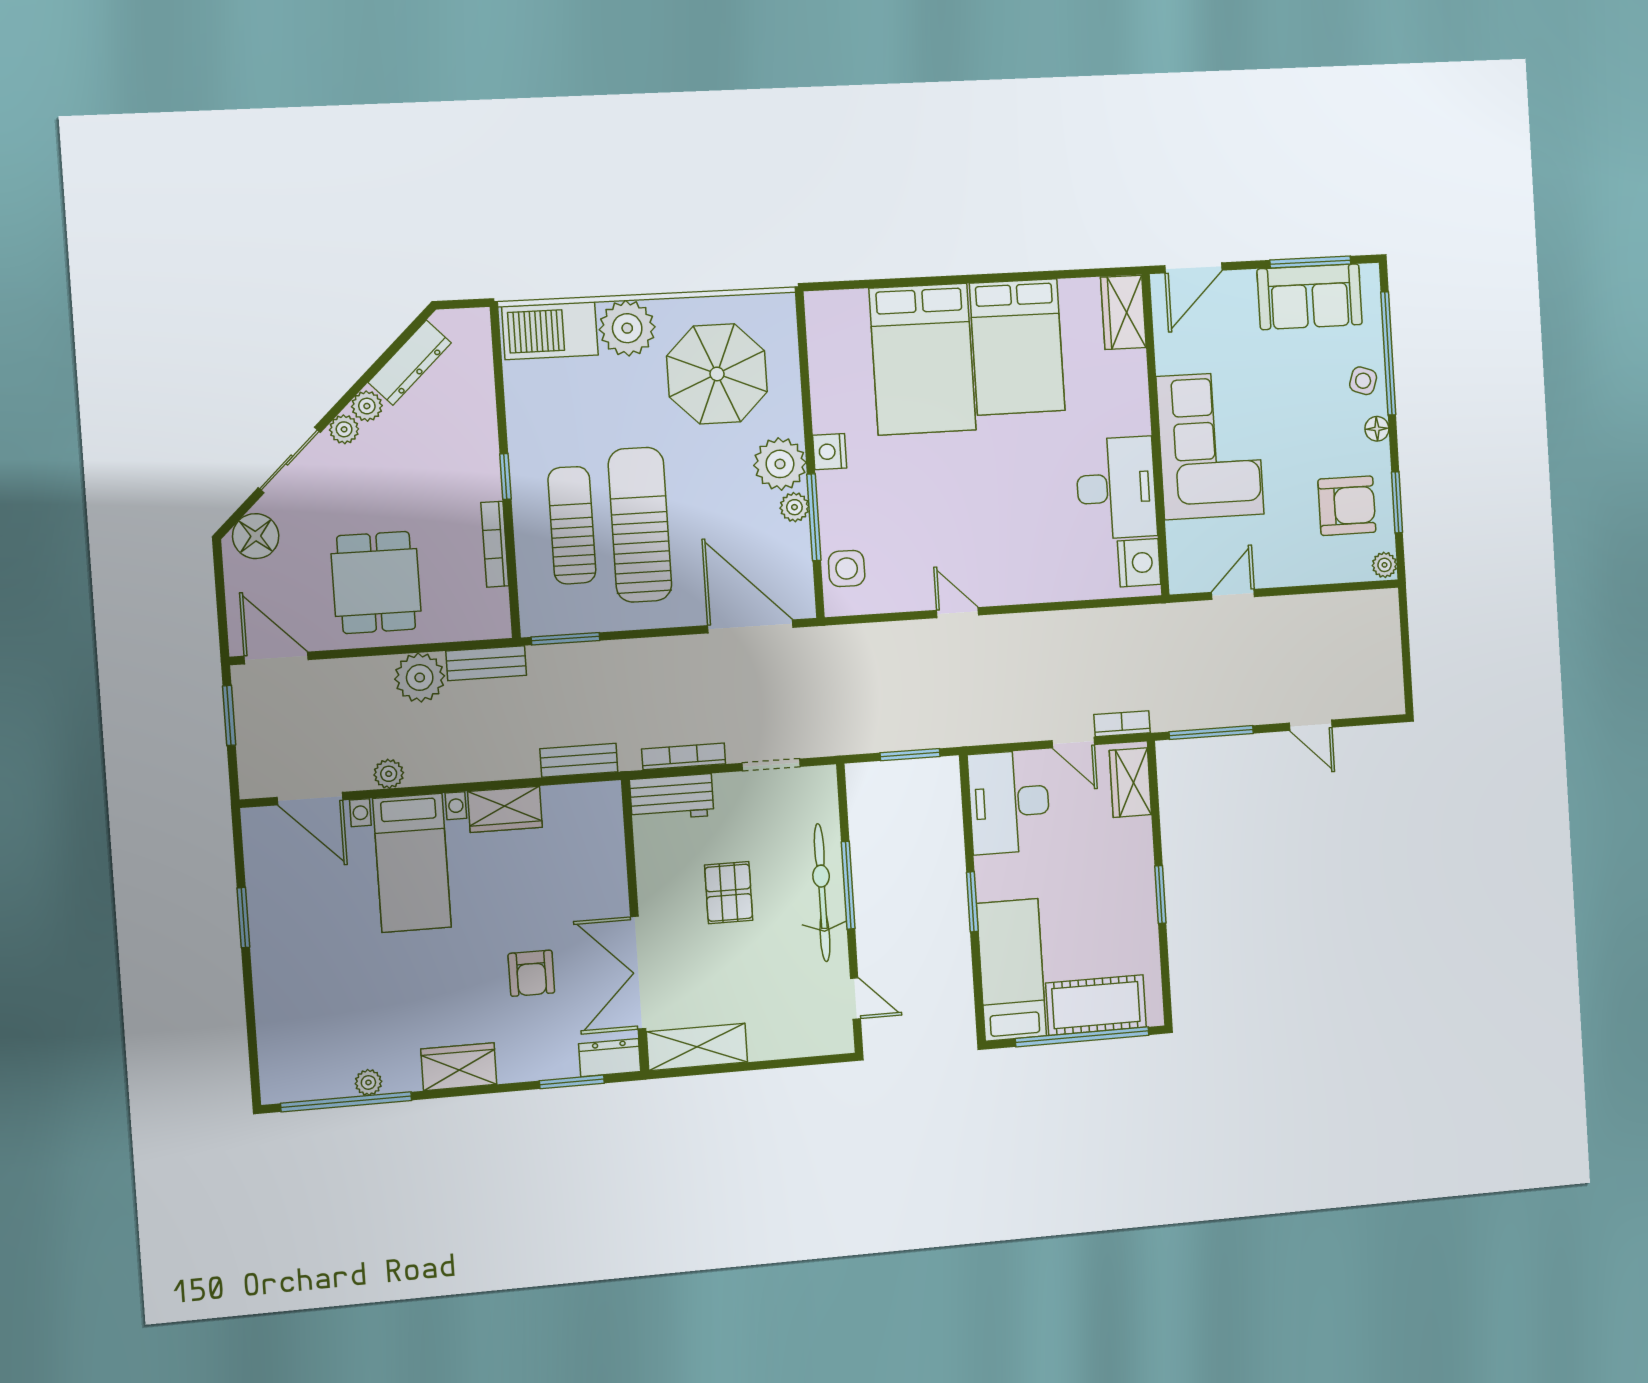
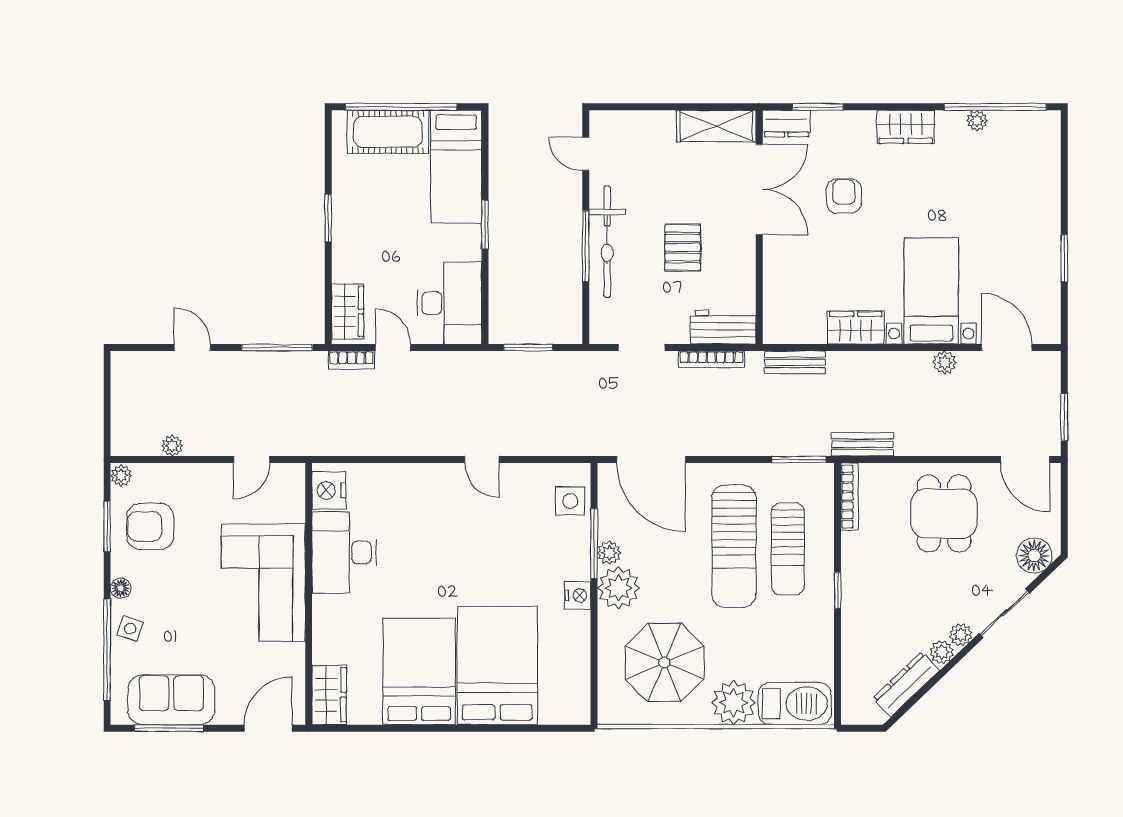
bookcase: (495, 544) -> (850, 496), moved
plant: (420, 678) -> (172, 446), moved, width x0.53, depth x0.53

